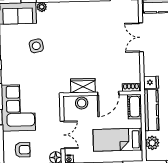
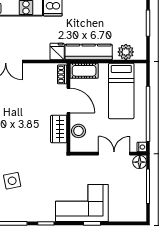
armchair: (22, 150) -> (130, 200), removed

